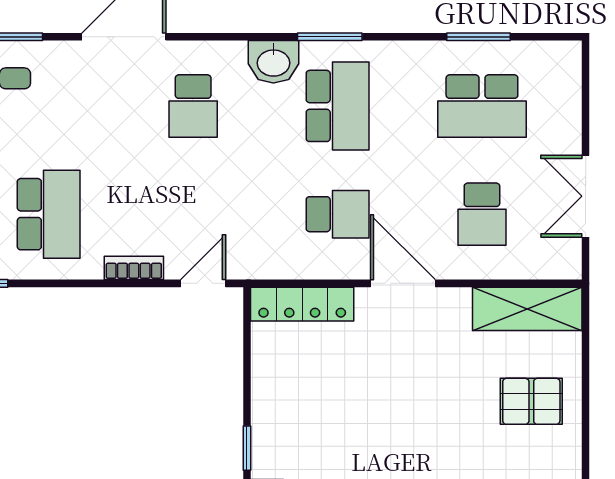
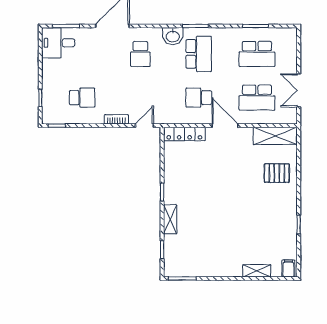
school desk: (49, 214) -> (82, 98), width x0.54
school desk: (338, 214) -> (199, 98), turned 180
school desk: (482, 214) -> (257, 98), width x1.85

